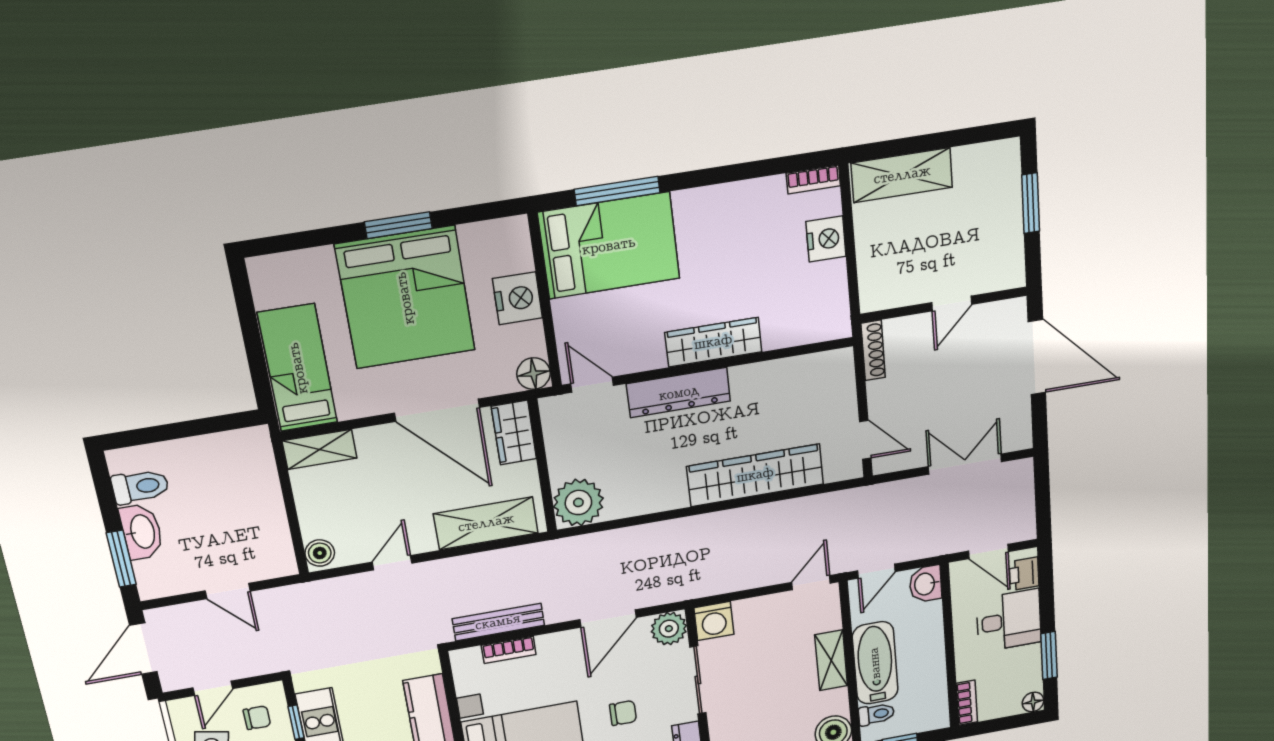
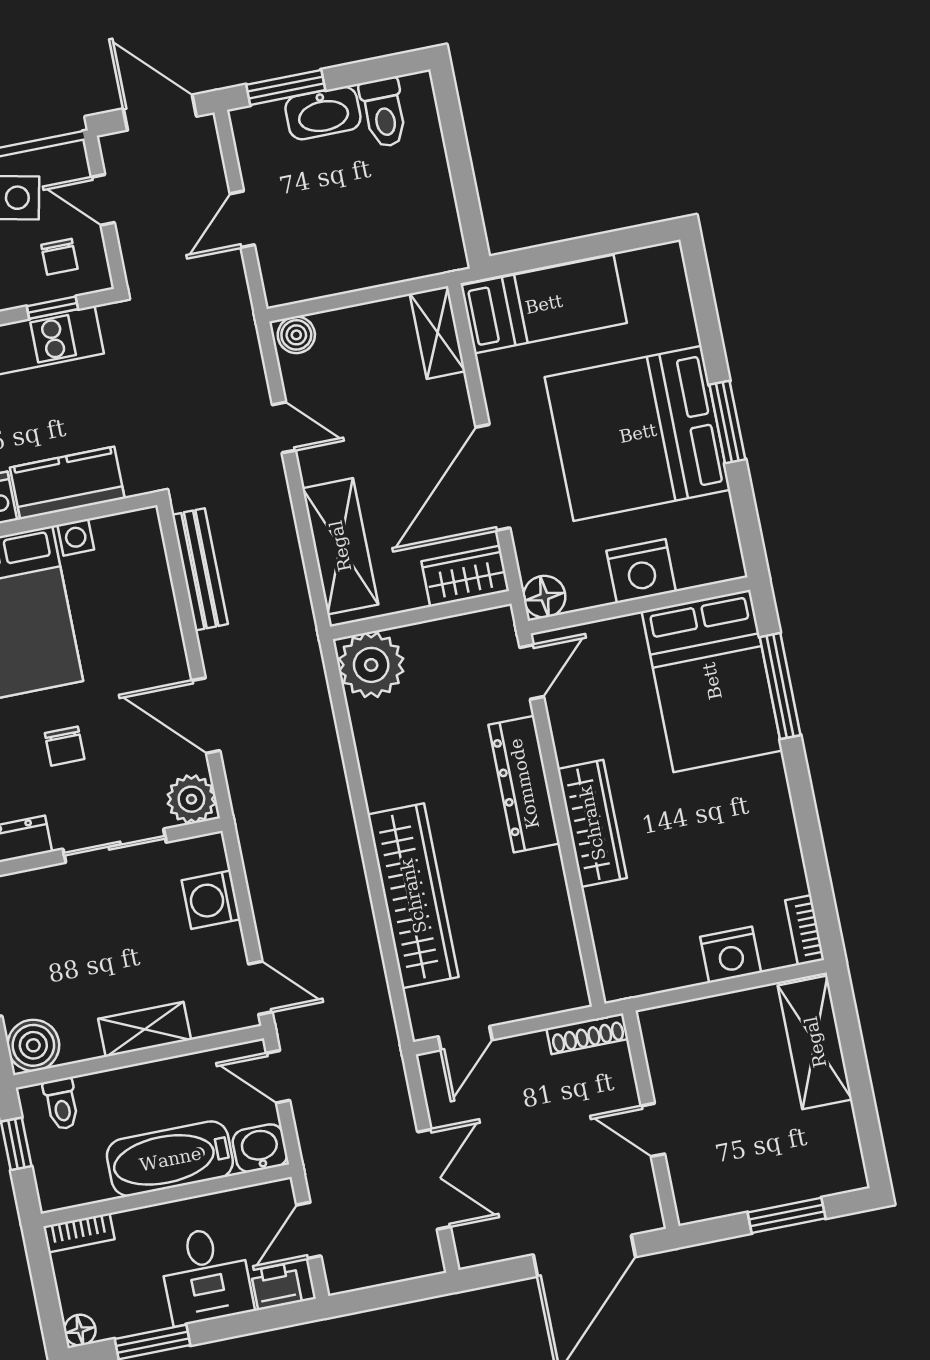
washing machine: (714, 621) -> (211, 900), moved
bookcase: (509, 650) -> (159, 585), removed
bathtub: (875, 663) -> (170, 1159), moved, turned 180

